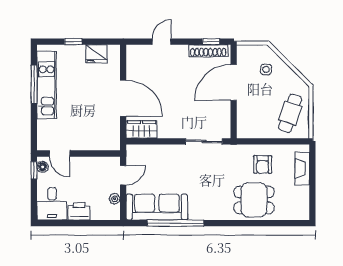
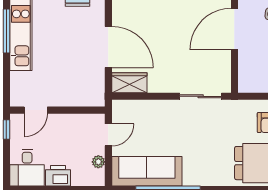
door: (60, 154) -> (36, 110), hinge flipped
floor lamp: (43, 167) -> (16, 125), removed

